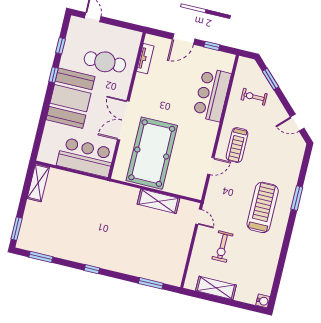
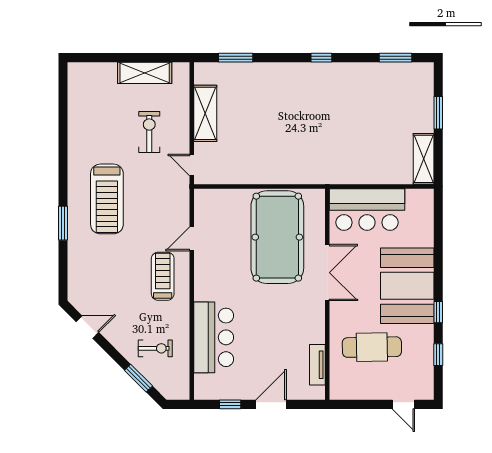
shelving: (158, 201) -> (205, 113), moved, turned 90
window: (17, 229) -> (438, 113), moved
water cooler: (263, 301) -> (76, 70), removed

